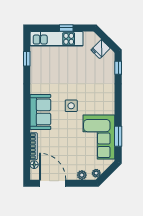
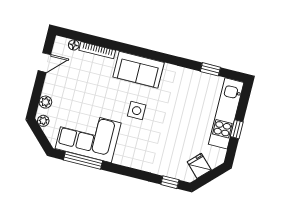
window: (118, 136) -> (83, 160), width x1.44
door: (53, 183) -> (44, 63), width x0.53

